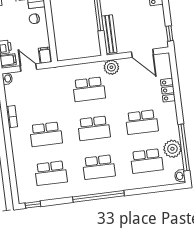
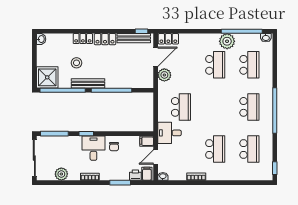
bench: (109, 34) -> (134, 38), moved
plant: (111, 67) -> (164, 75), moved
desk: (58, 80) -> (169, 133), added
locker: (168, 90) -> (168, 39), moved
school desk: (94, 128) -> (215, 107), removed
plant: (172, 149) -> (227, 41), moved

